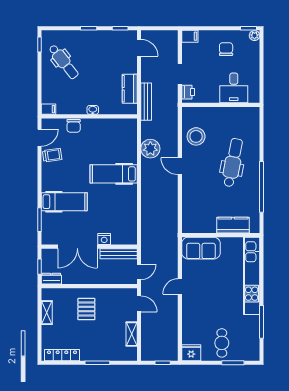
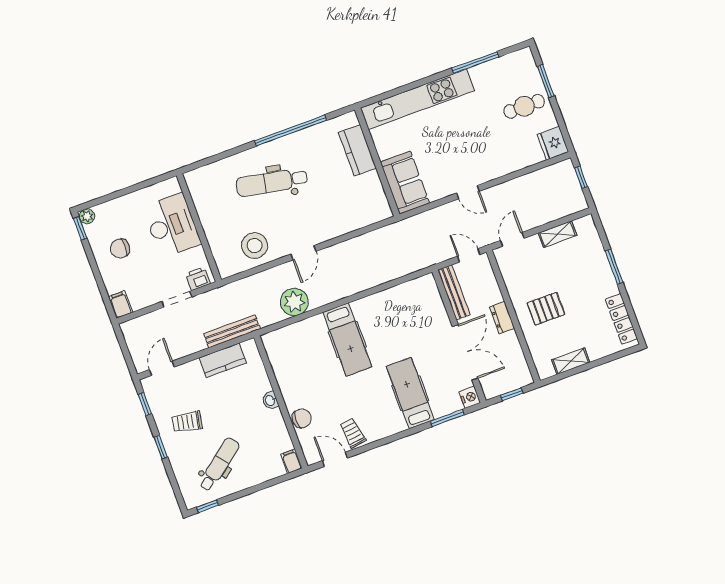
trolley: (99, 51) -> (187, 422), added
desk: (234, 88) -> (172, 225), width x1.37
nightstand: (104, 239) -> (470, 397), moved
dresser: (51, 279) -> (502, 318), moved

